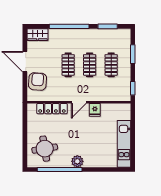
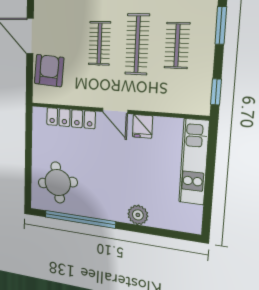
clothes rail: (90, 65) -> (137, 44), width x1.36
door: (79, 102) -> (115, 111), hinge flipped
kitchen unit: (124, 144) -> (194, 162), moved
plant: (77, 161) -> (138, 215), moved

